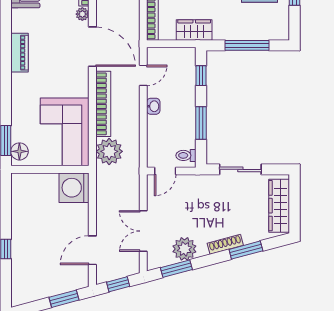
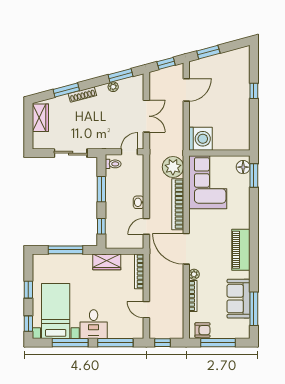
piano: (20, 53) -> (241, 250), width x1.37, depth x1.33
wardrobe: (279, 206) -> (40, 118), width x0.67
double door: (143, 231) -> (146, 116), moved
plant: (184, 249) -> (113, 87), width x0.53, depth x0.53

